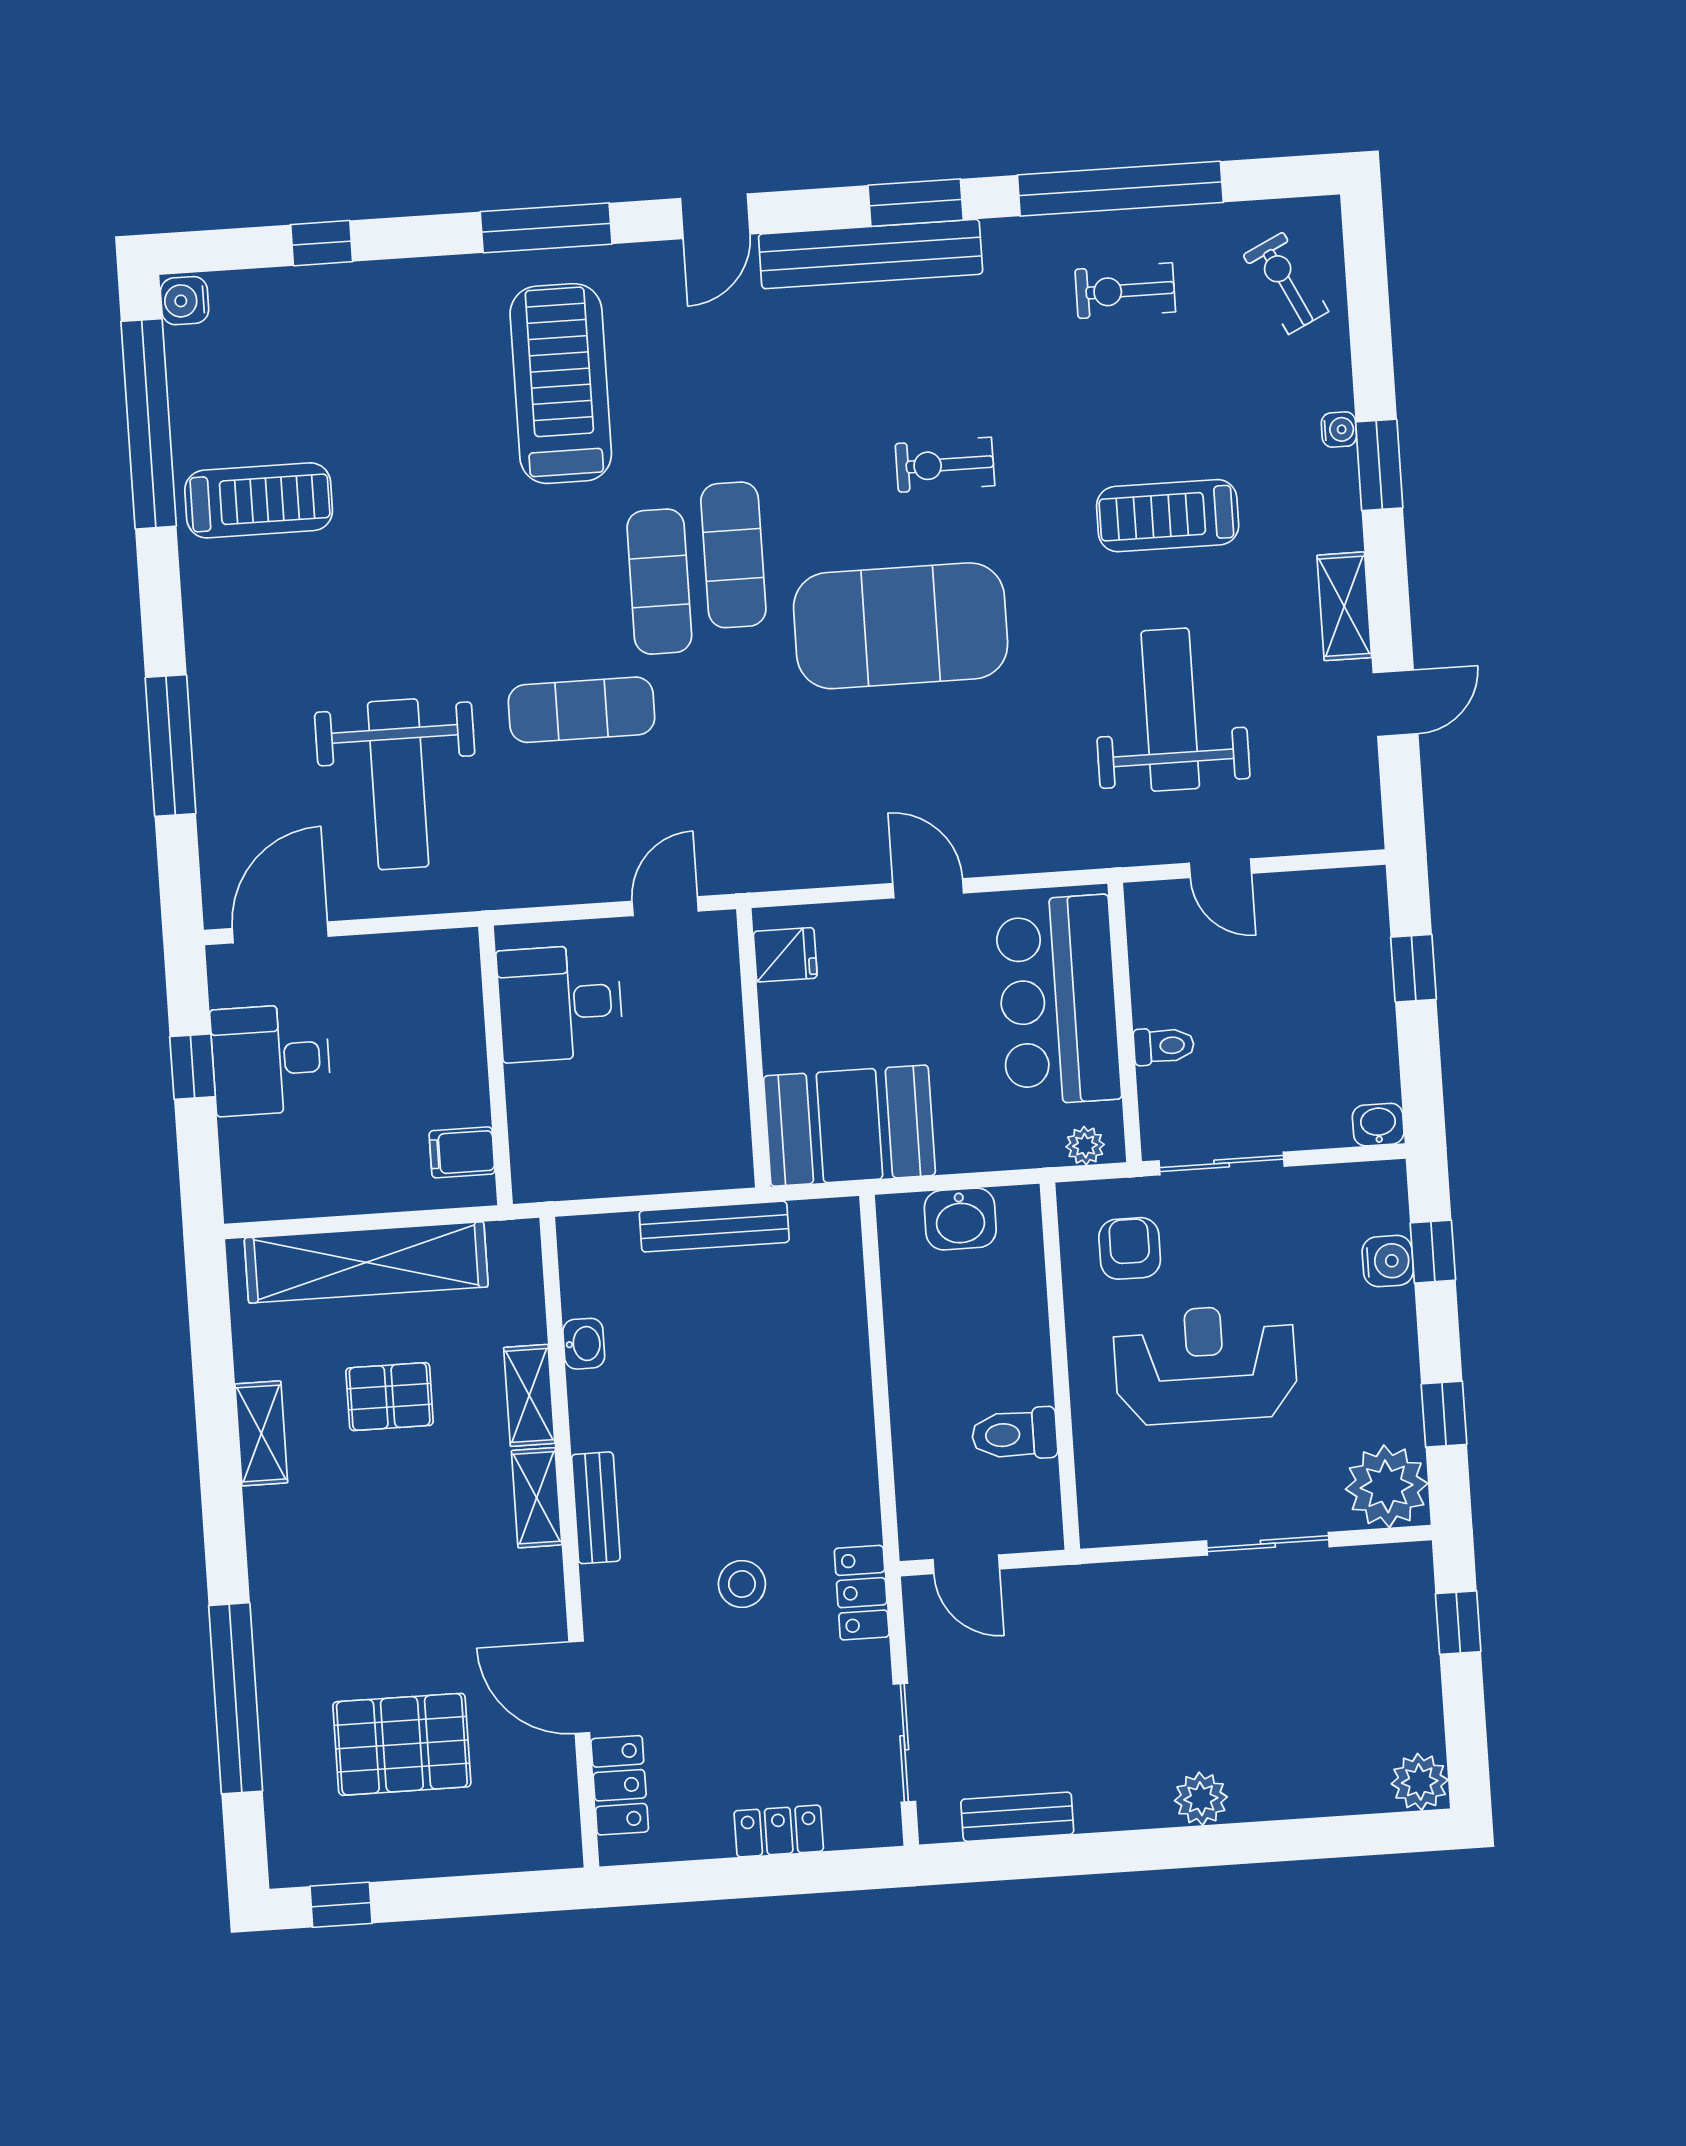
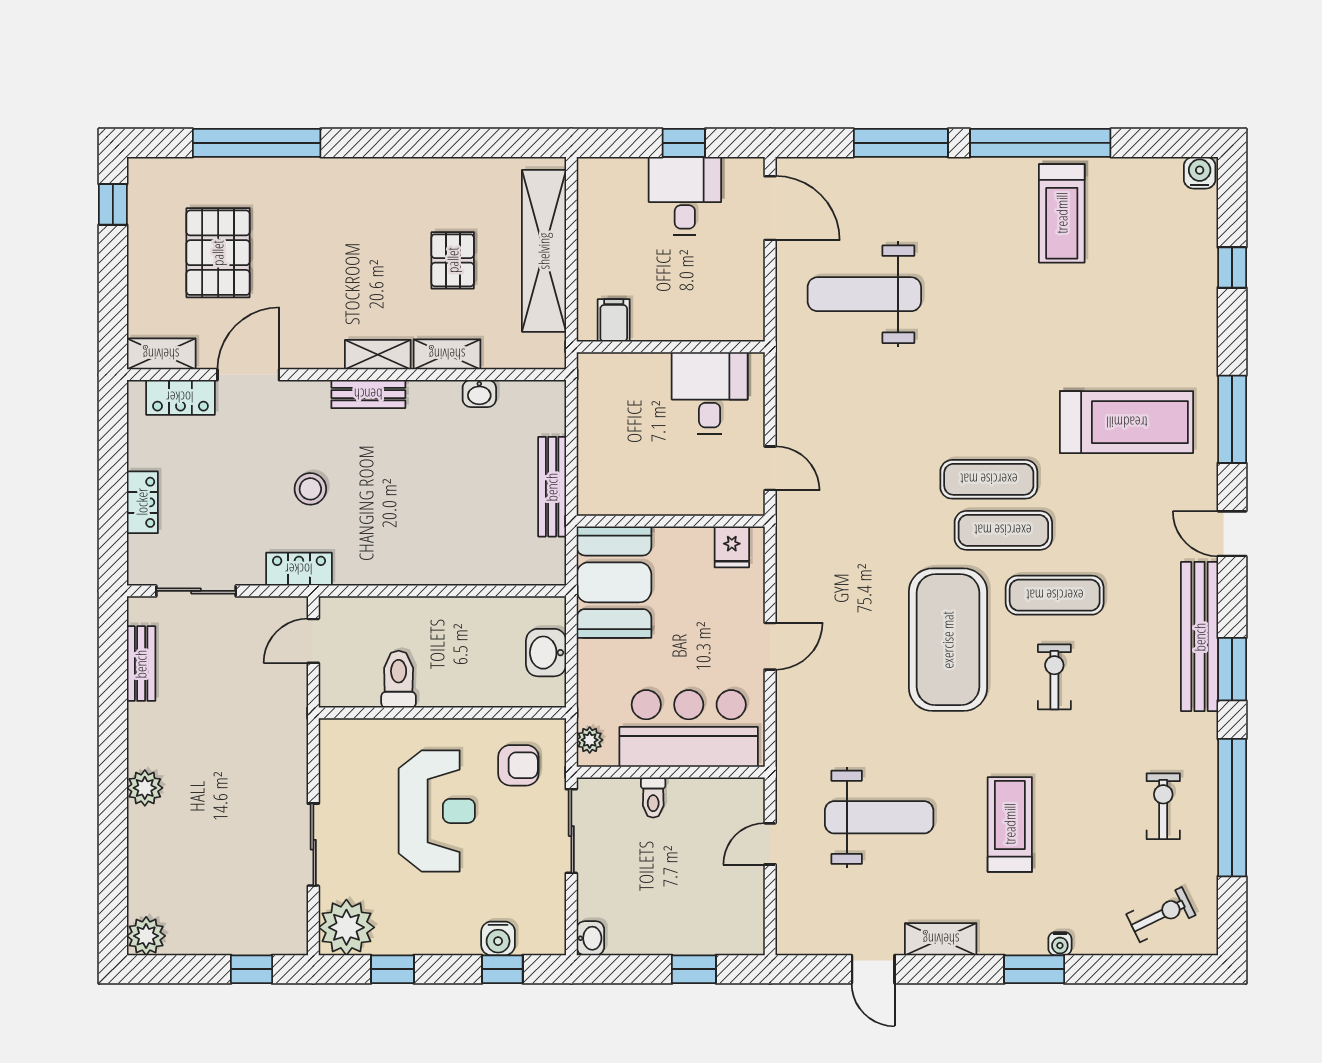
window: (149, 424) -> (1040, 143), moved
exercise mat: (582, 710) -> (1055, 595), moved, turned 90
shelving: (261, 1433) -> (161, 354), moved

